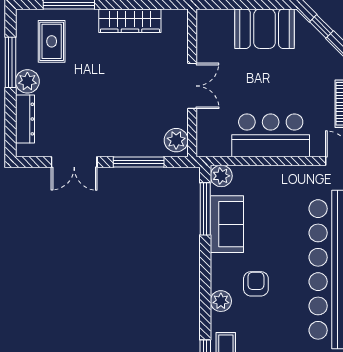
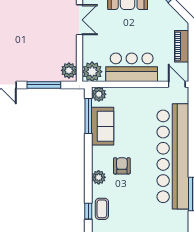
double door: (192, 86) -> (79, 20), moved
plant: (211, 142) -> (92, 72), added

